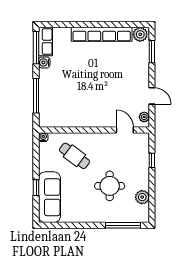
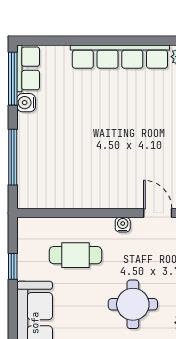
water cooler: (43, 137) -> (123, 225), moved
cafe table: (74, 156) -> (75, 255), turned -37
window: (36, 188) -> (13, 266), moved

